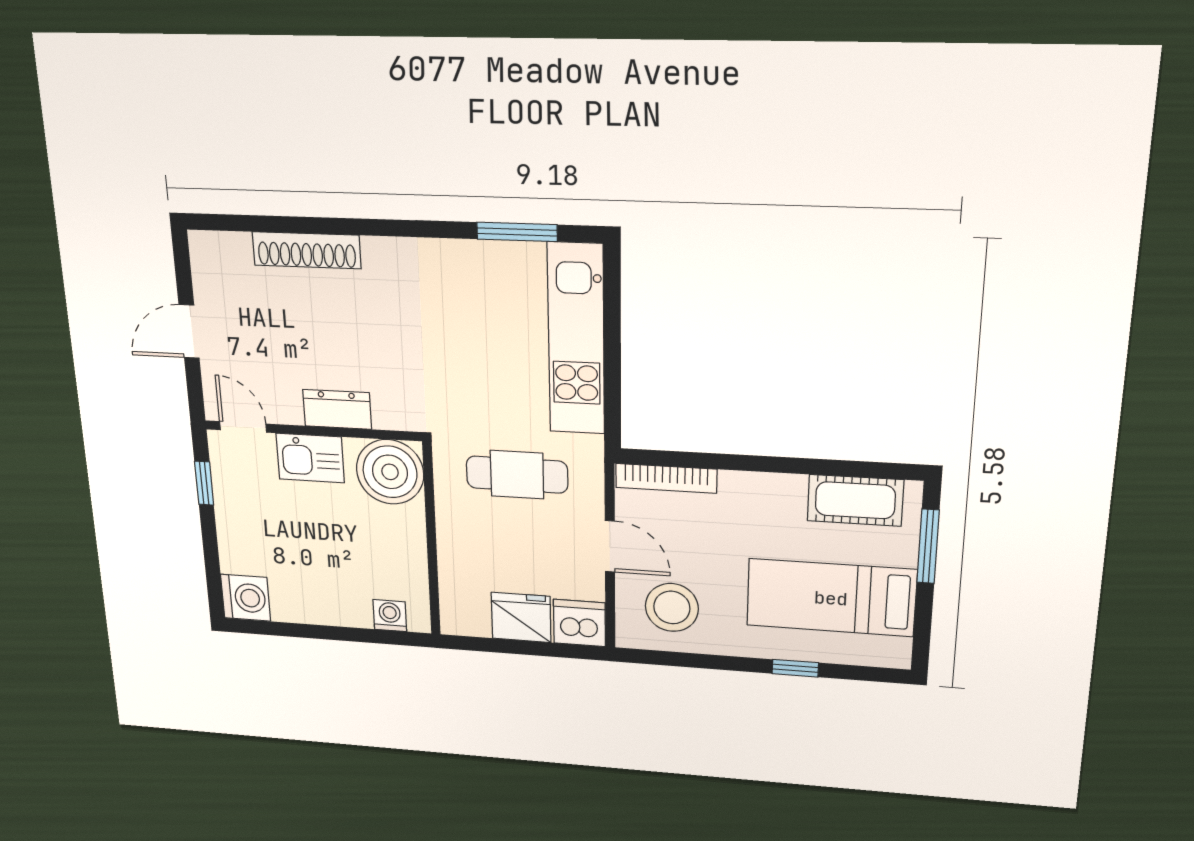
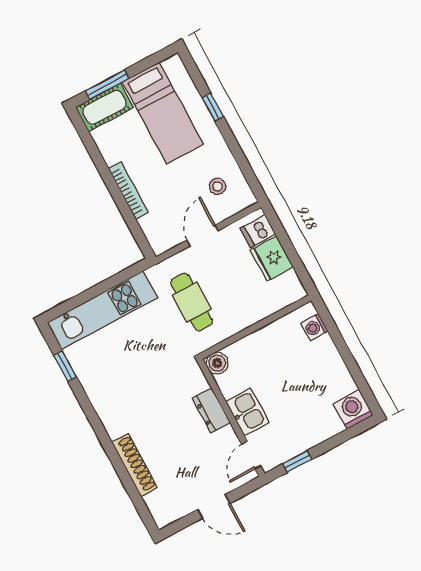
window: (517, 232) -> (65, 366), width x0.67
boiler: (390, 472) -> (217, 363), width x0.54, depth x0.54
bookcase: (666, 478) -> (128, 191), moved
cot: (855, 500) -> (104, 107), moved, turned 90
stool: (672, 607) -> (217, 186), width x0.53, depth x0.53
dishwasher: (579, 623) -> (258, 231), width x0.73

